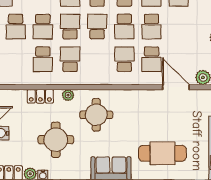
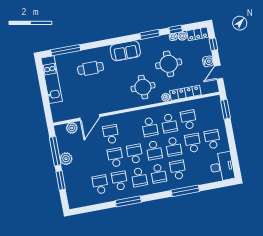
school desk: (124, 59) -> (150, 127), moved
door: (176, 87) -> (90, 117), hinge flipped
locker: (40, 96) -> (185, 93), width x1.53
cafe table: (162, 153) -> (91, 68), width x0.73, depth x0.74

